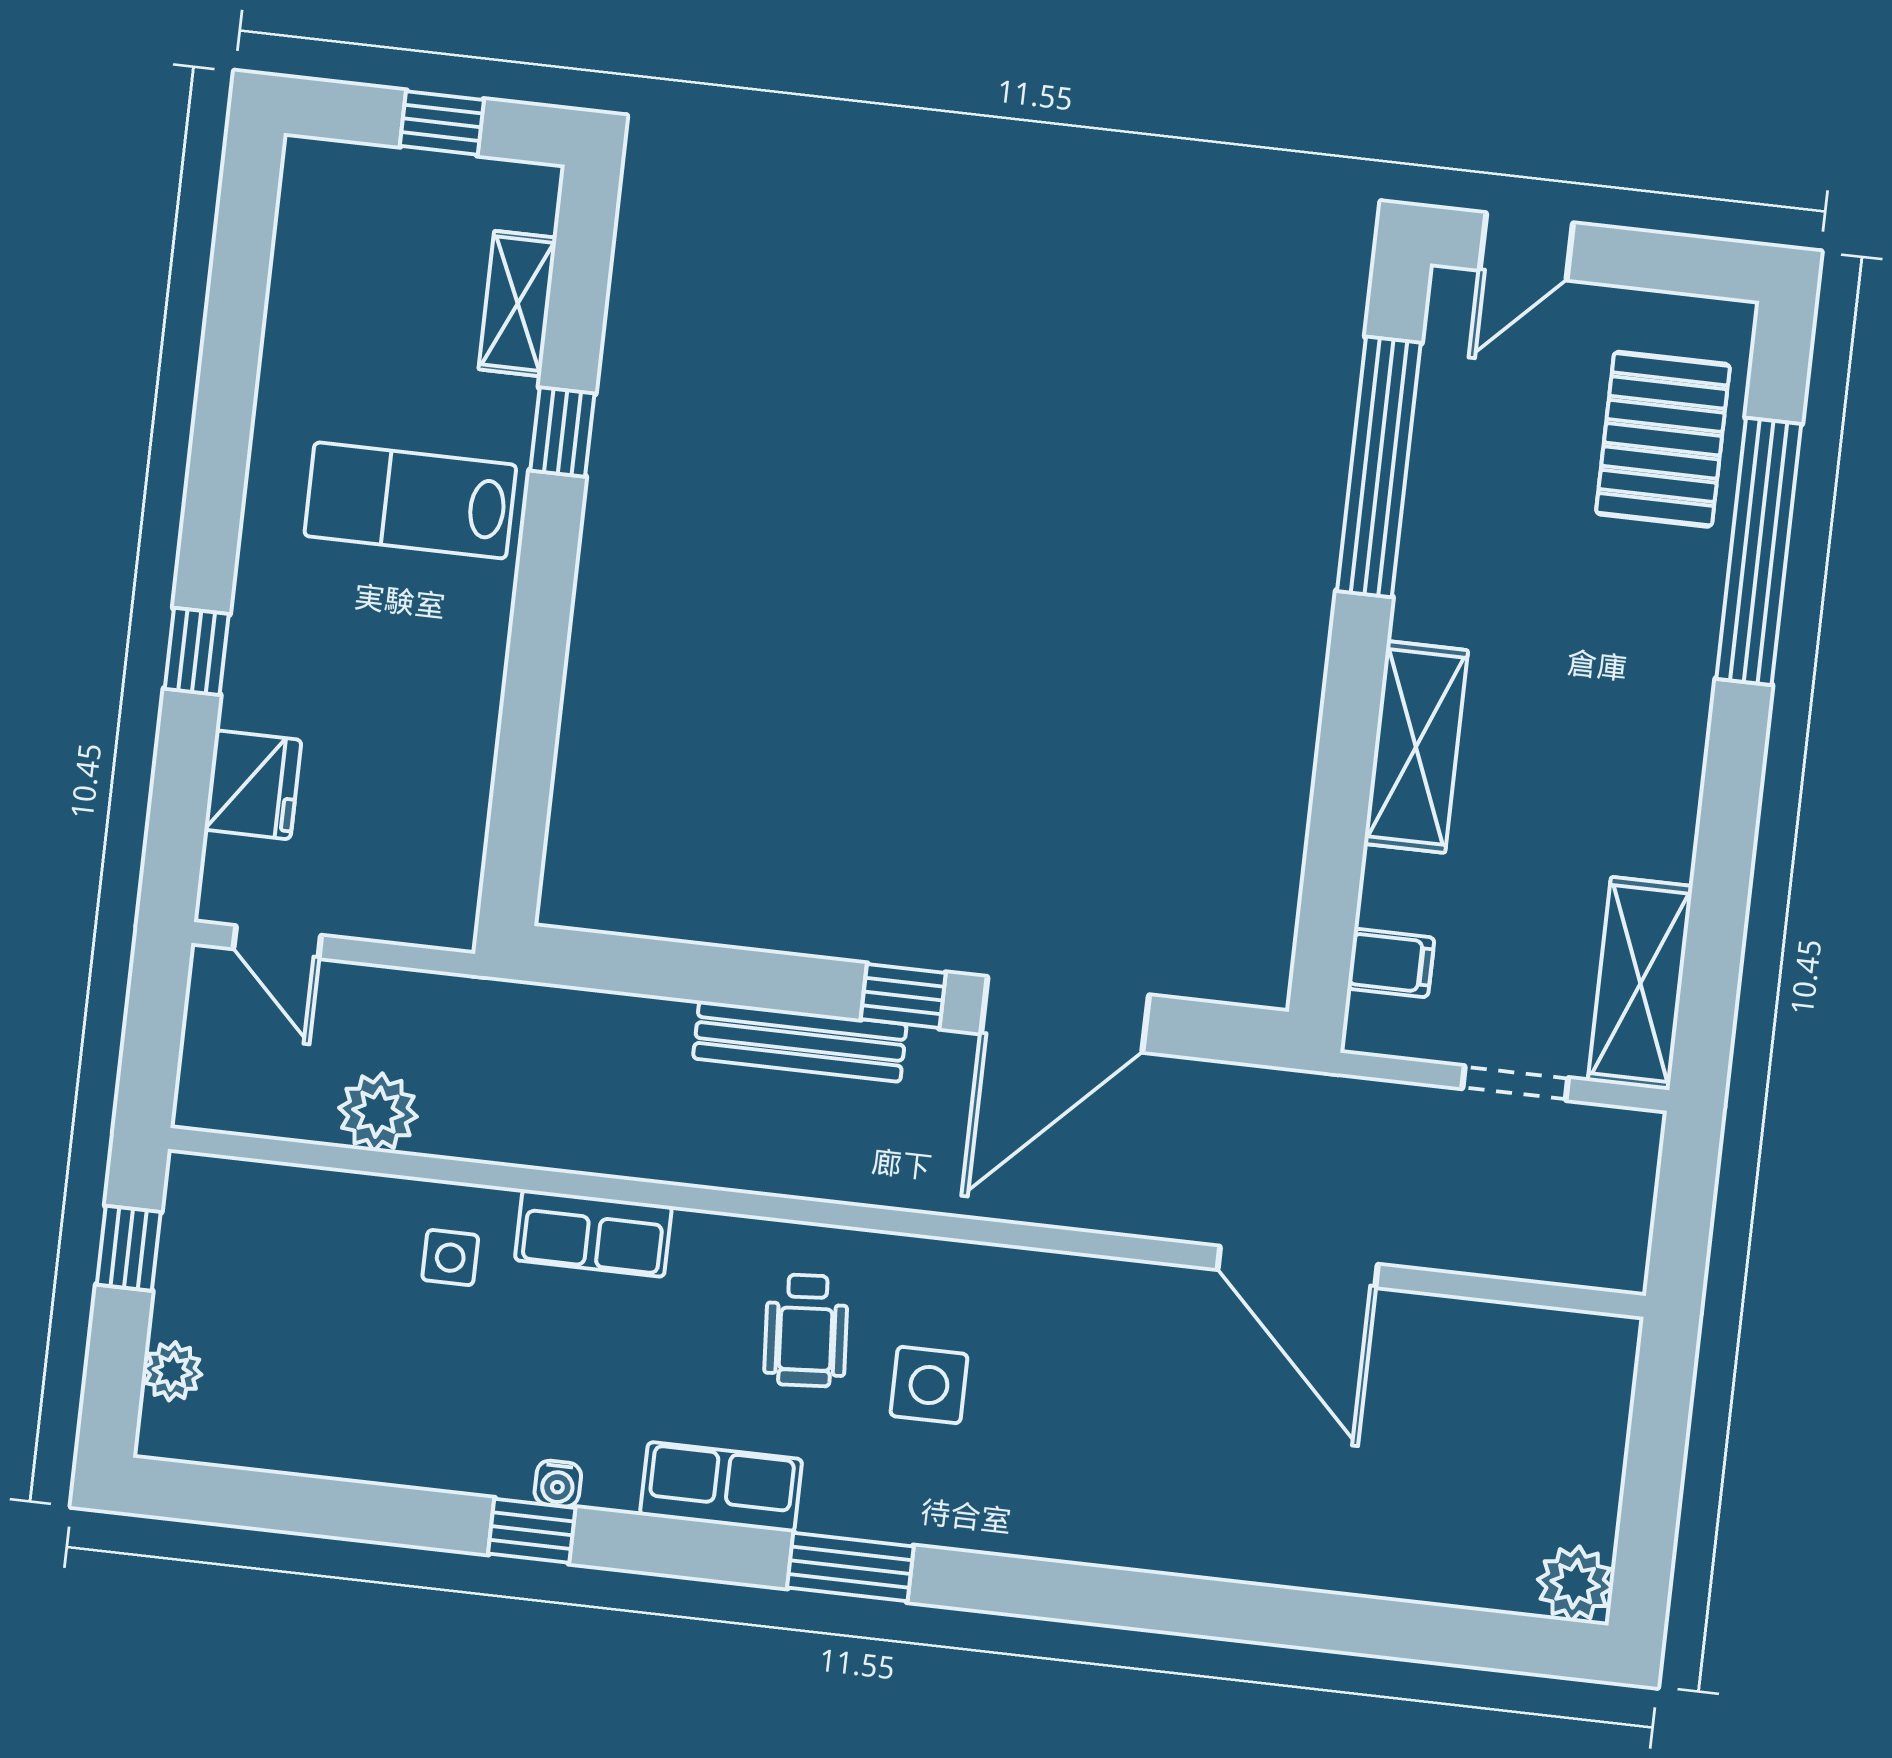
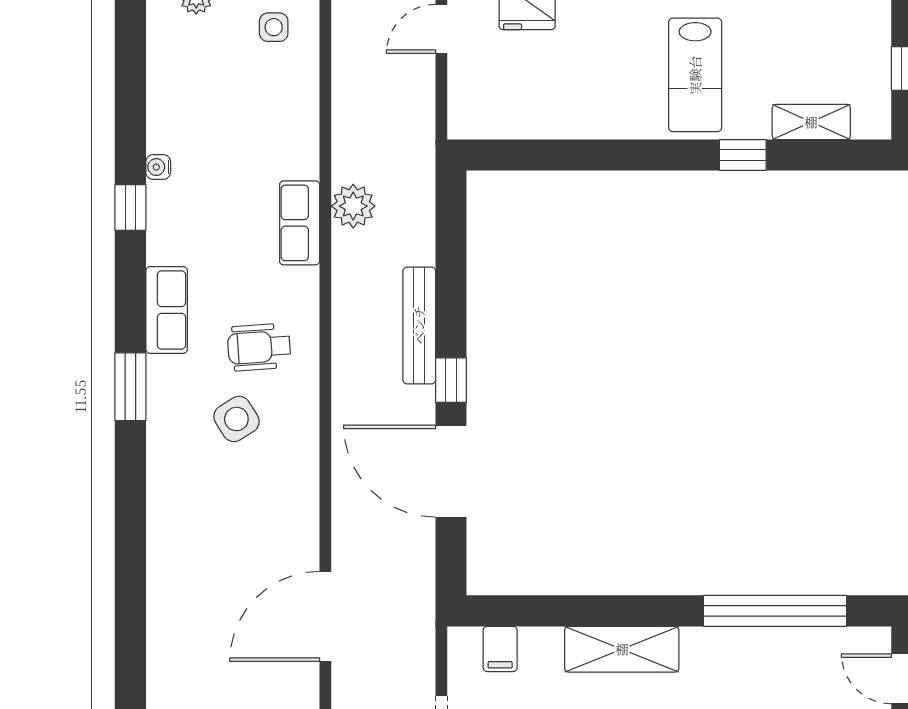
lab bench: (410, 500) -> (695, 75), turned 180
plant: (378, 1112) -> (353, 206), moved
side table: (450, 1258) -> (274, 27), moved
side table: (929, 1385) -> (236, 419), turned -32
water cooler: (558, 1484) -> (158, 167), moved

